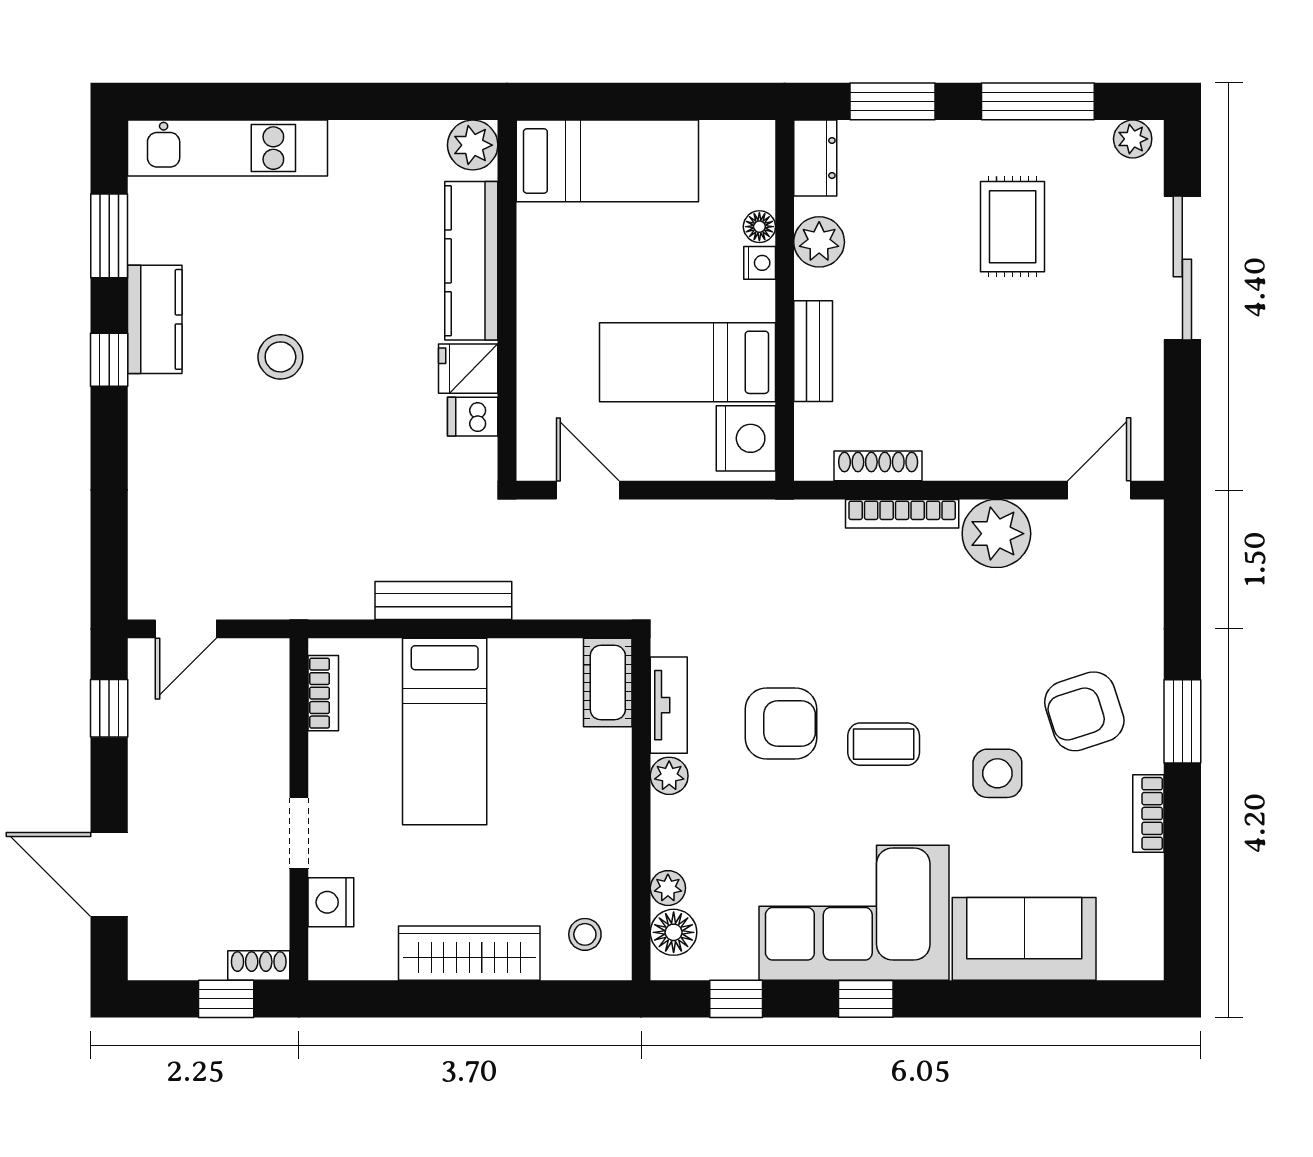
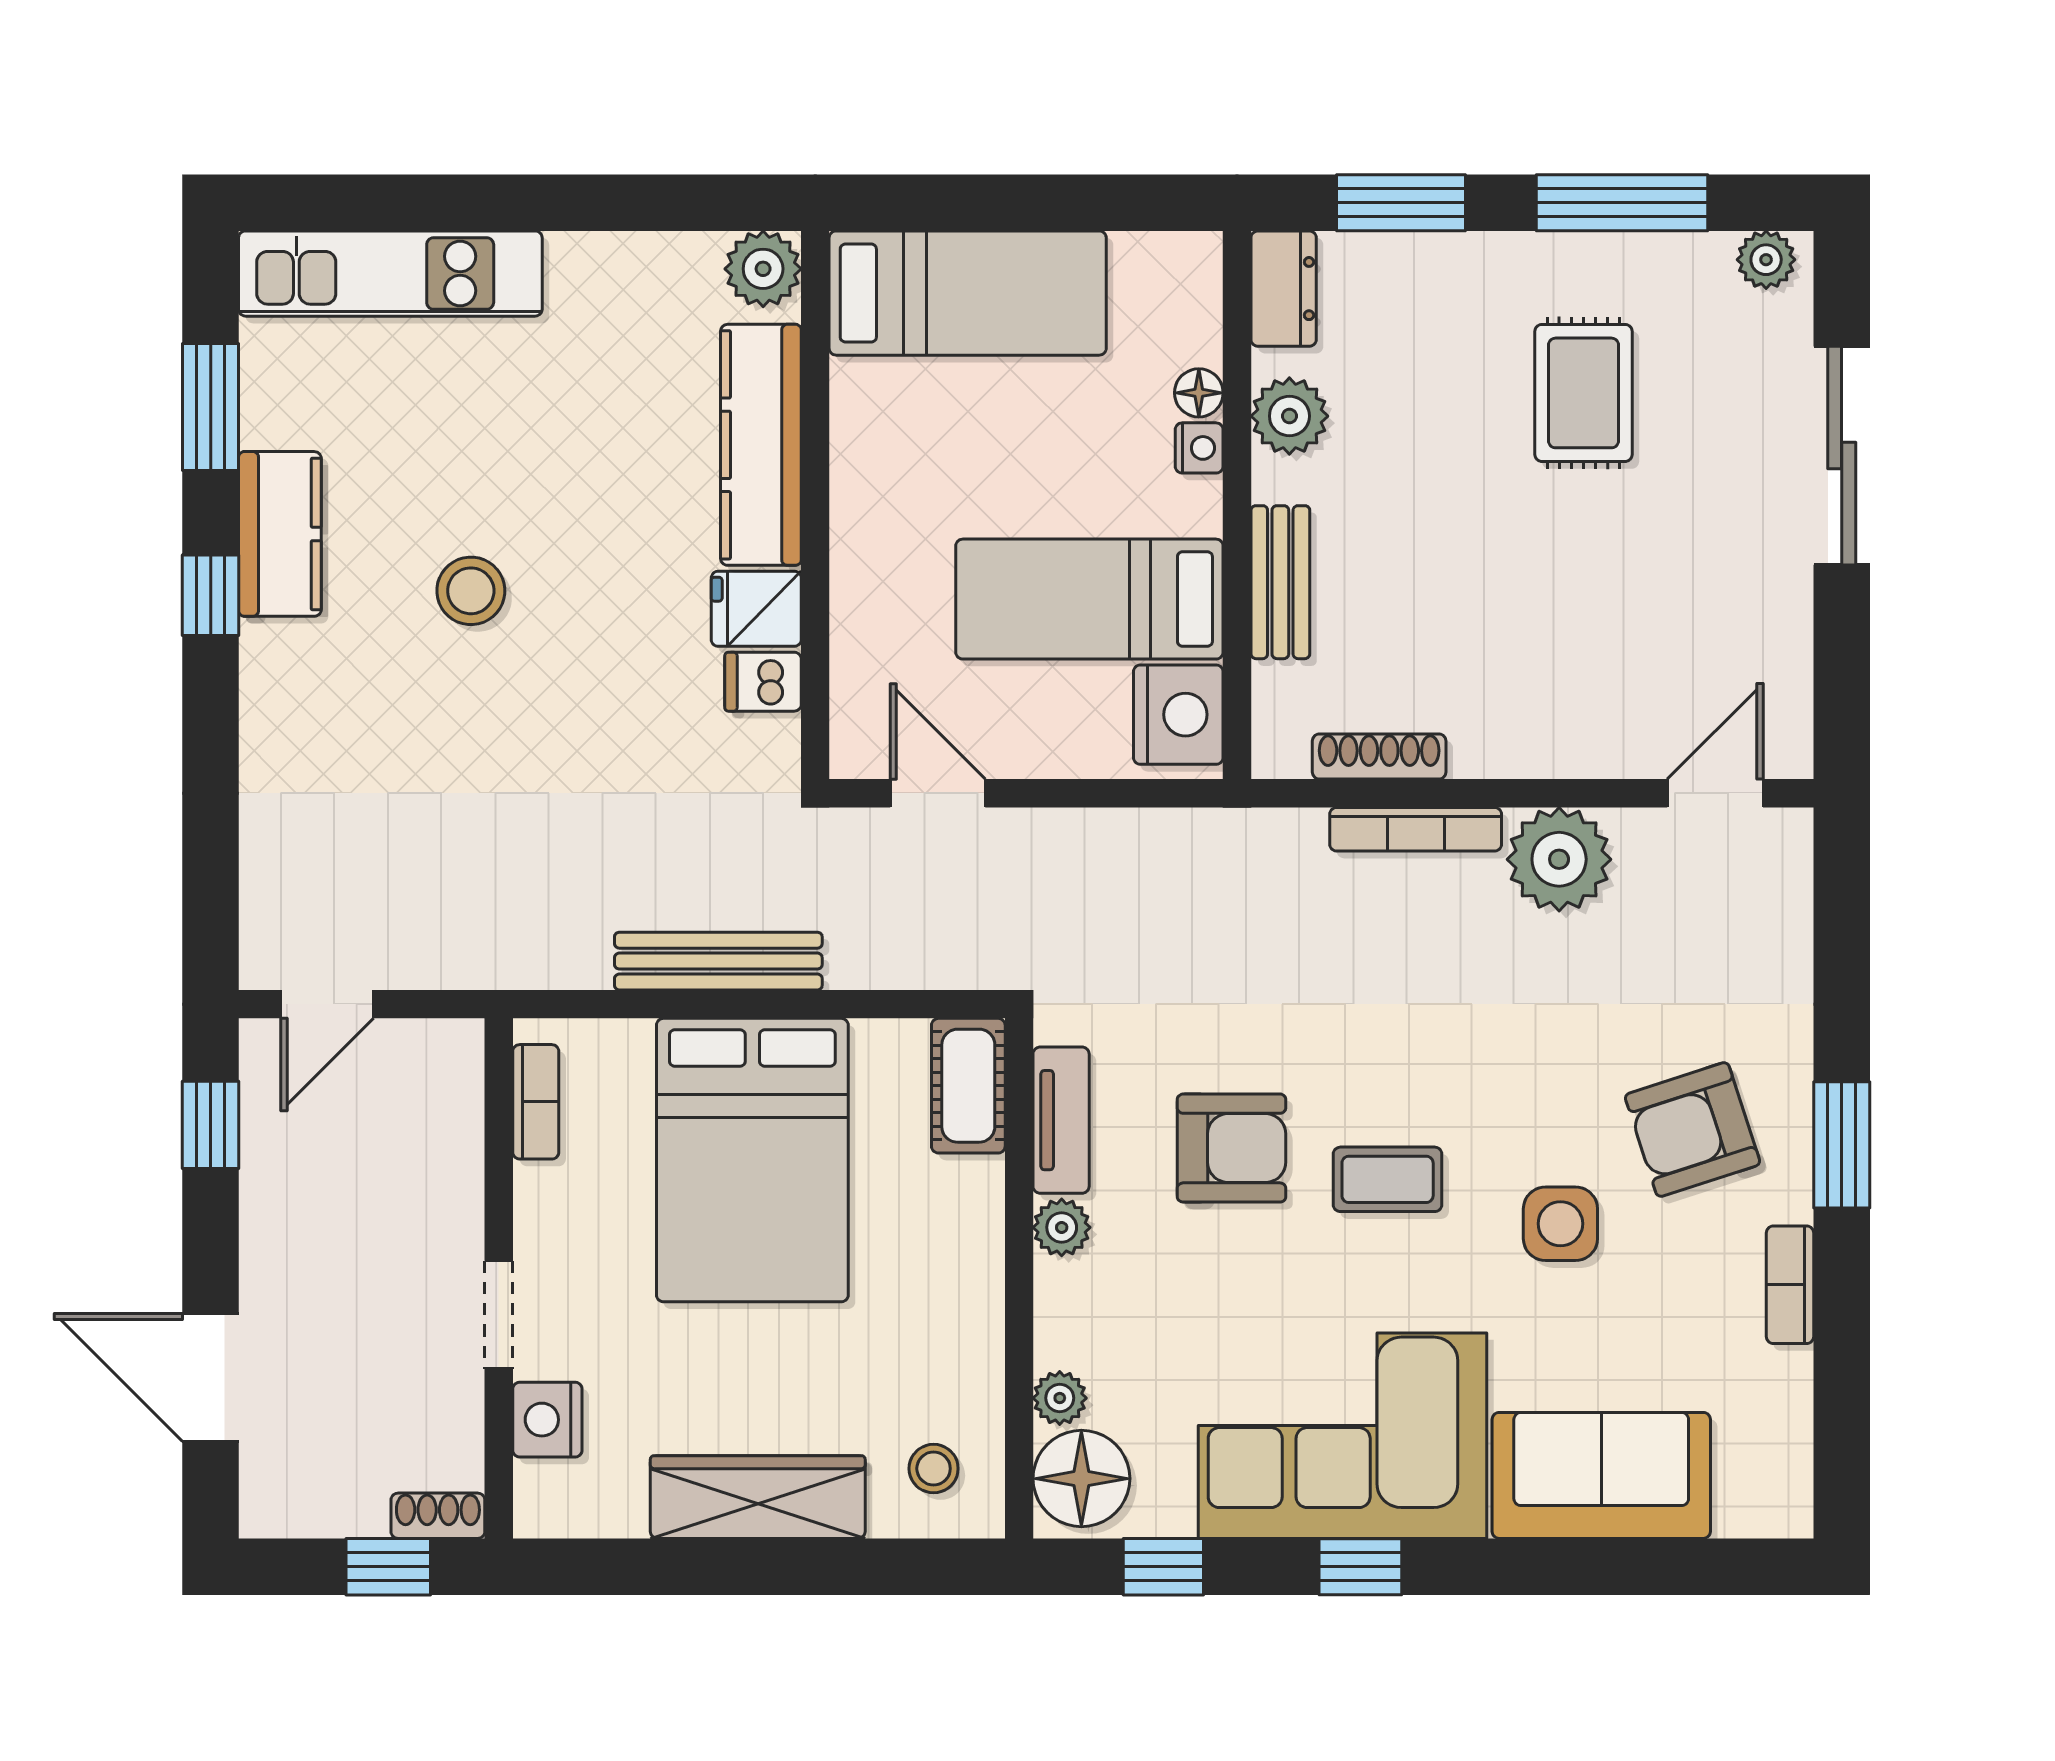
bed: (445, 731) -> (752, 1160), width x1.50
floor lamp: (674, 932) -> (1081, 1479), width x1.38, depth x1.38

